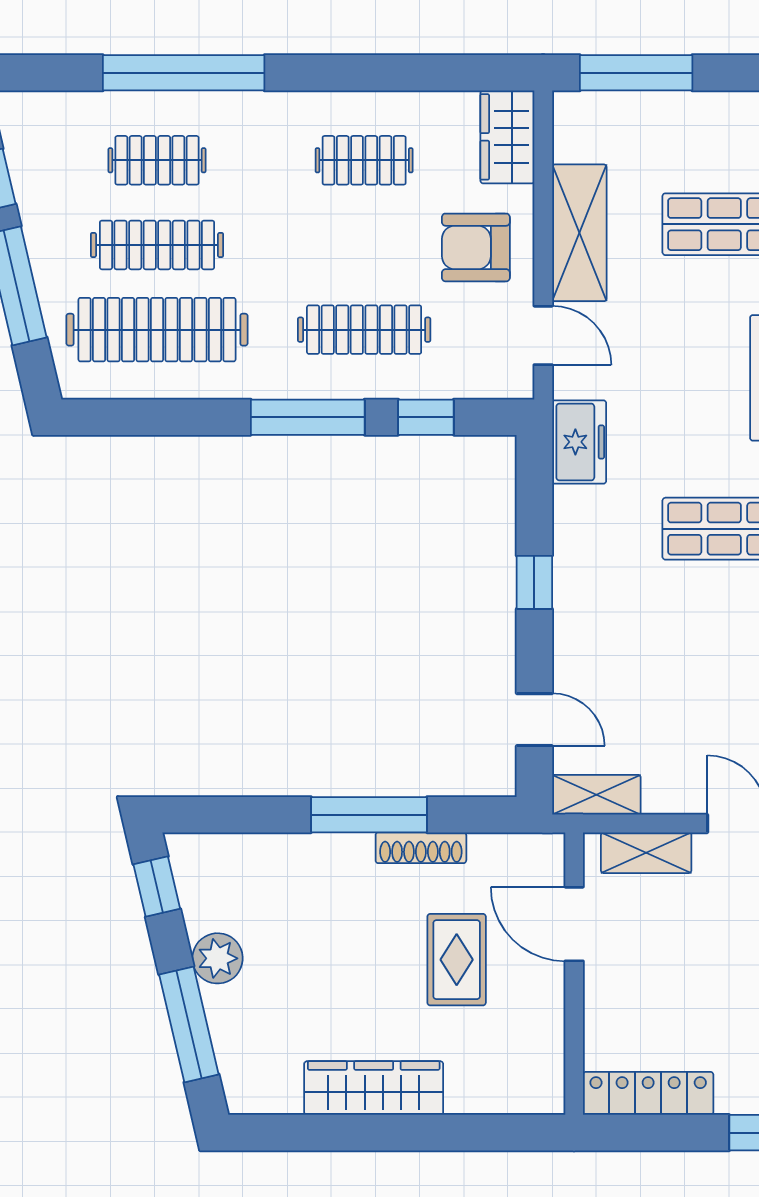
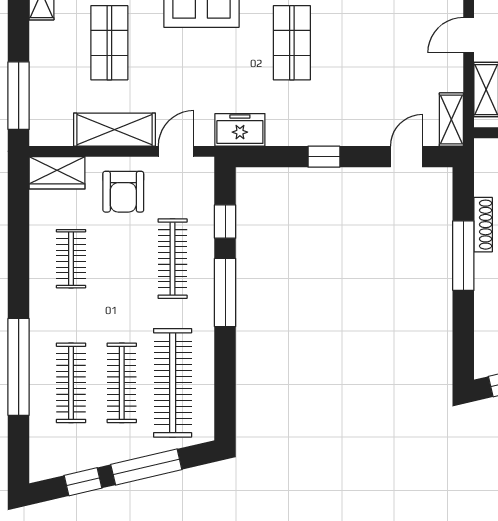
clothes rail: (157, 160) -> (71, 383), width x1.36

